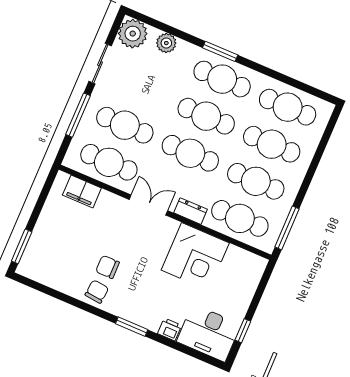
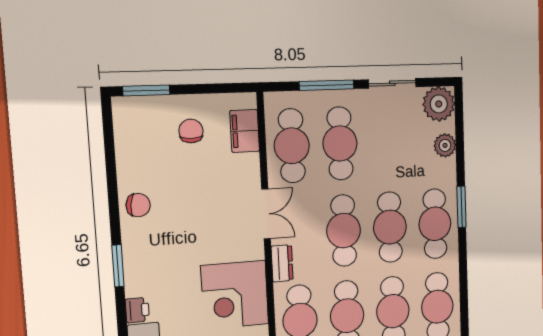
chair: (108, 267) -> (191, 131), moved

